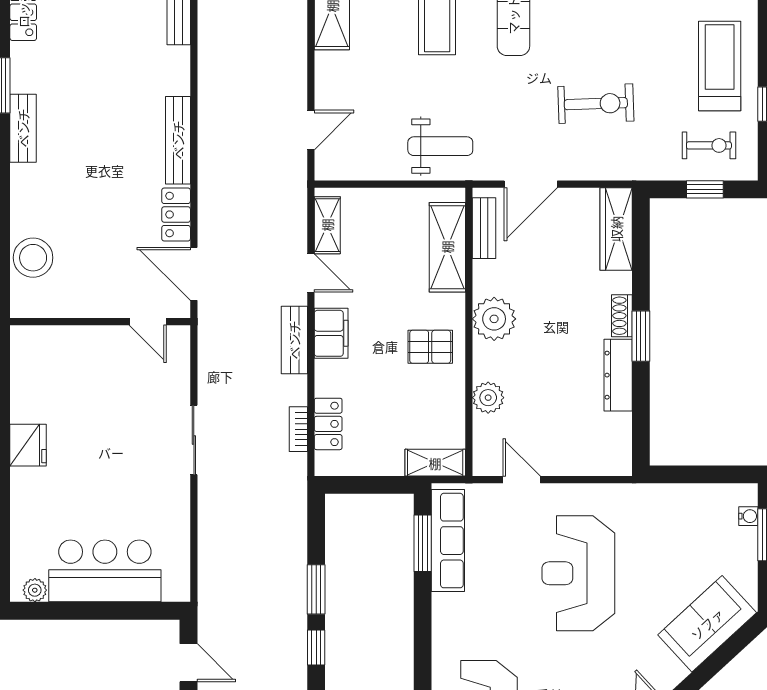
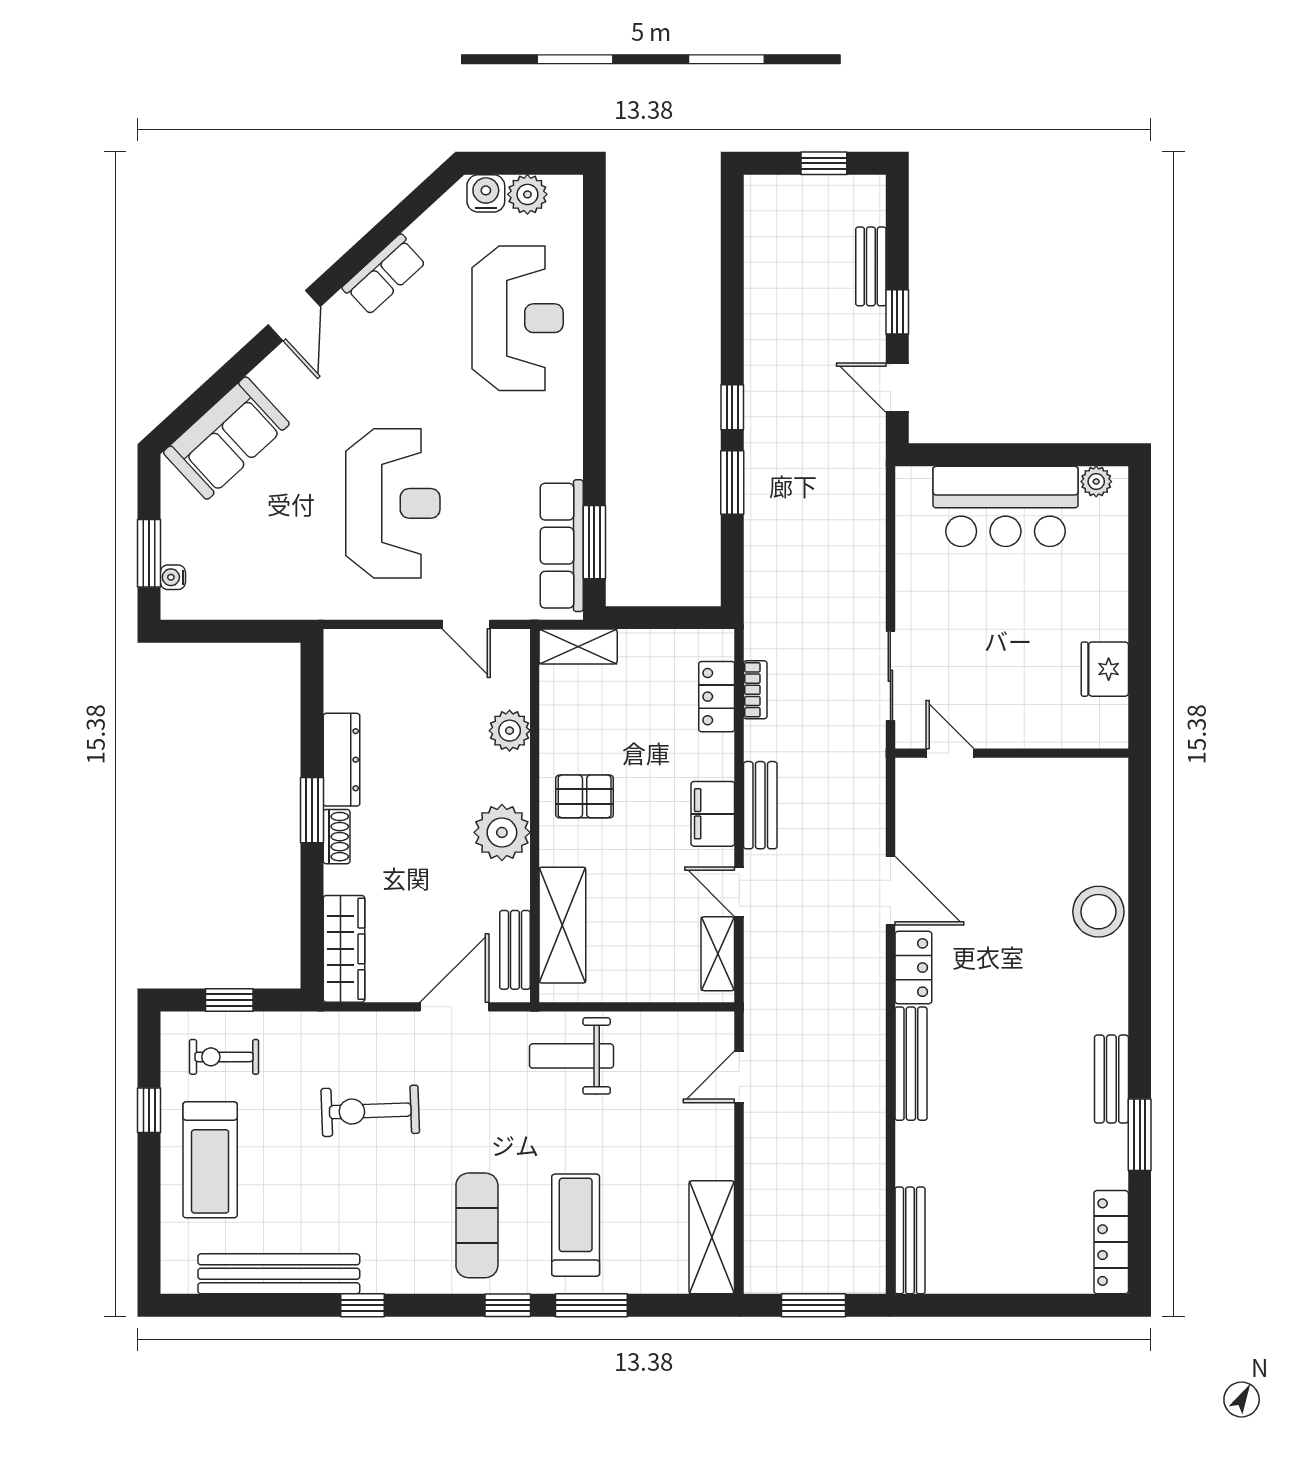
wall: (100, 322) -> (1012, 753), moved
door: (148, 322) -> (950, 753), moved

